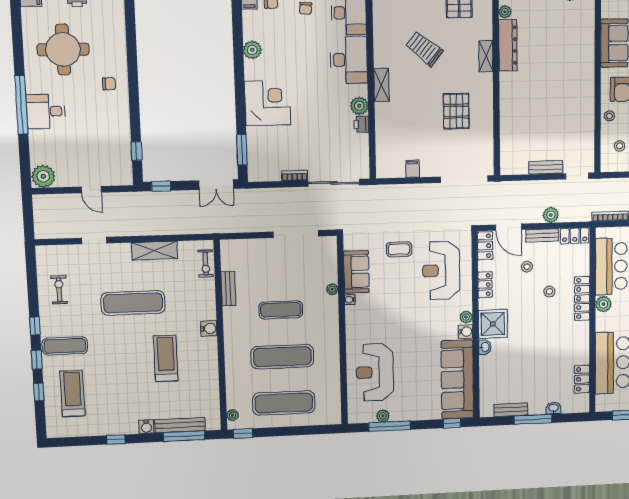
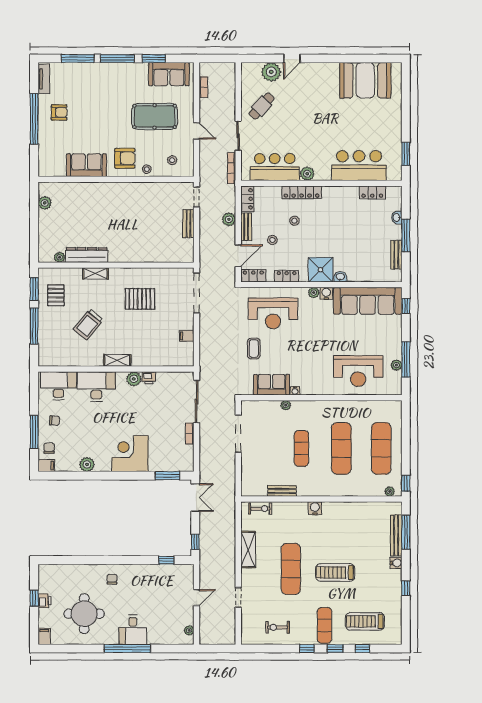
plant: (43, 176) -> (189, 630), width x0.53, depth x0.53
treadmill: (166, 358) -> (335, 572), moved

